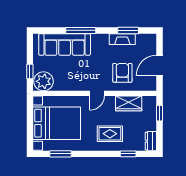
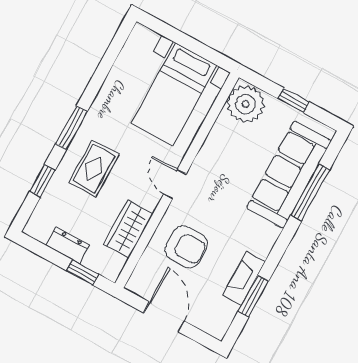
window: (81, 30) -> (310, 192), moved
window: (30, 71) -> (294, 100), moved
bed with nightstands: (57, 123) -> (174, 94), width x0.73
dresser: (151, 141) -> (68, 245), moved
window: (61, 154) -> (72, 128), moved

